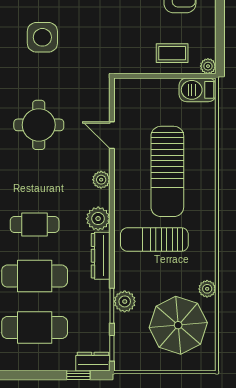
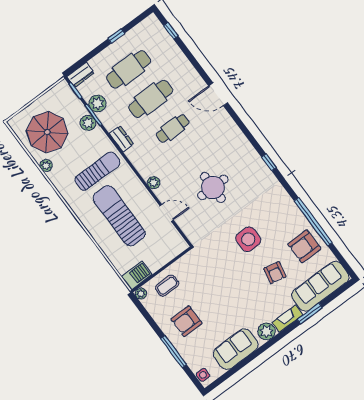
plant: (98, 219) -> (97, 103), moved
dresser: (101, 256) -> (121, 139), width x0.70
window: (78, 375) -> (116, 36), moved

